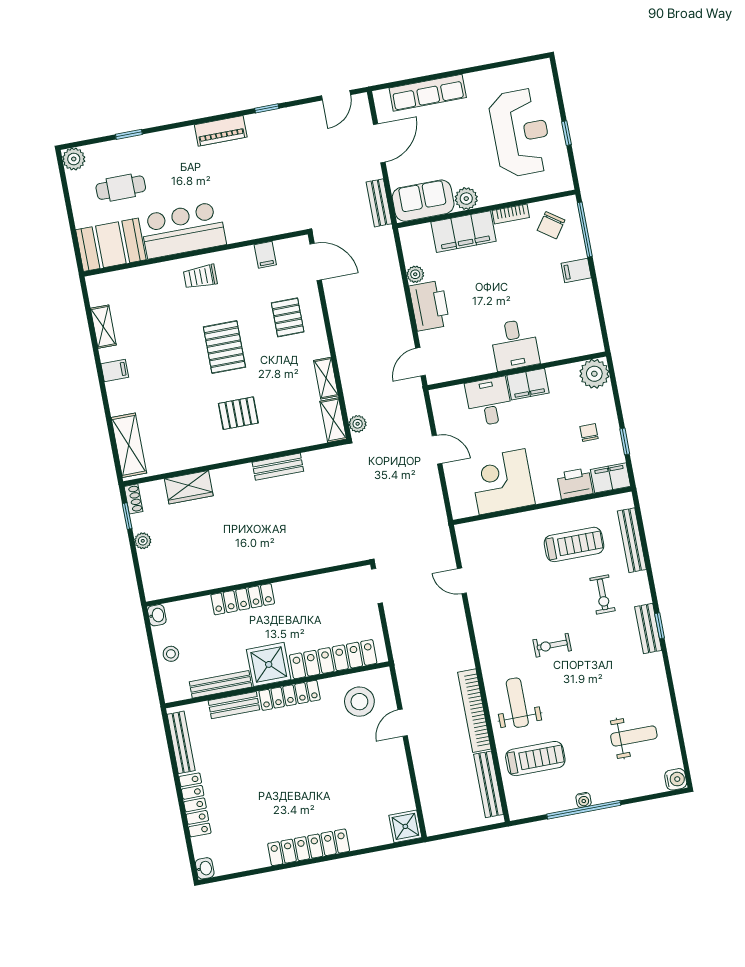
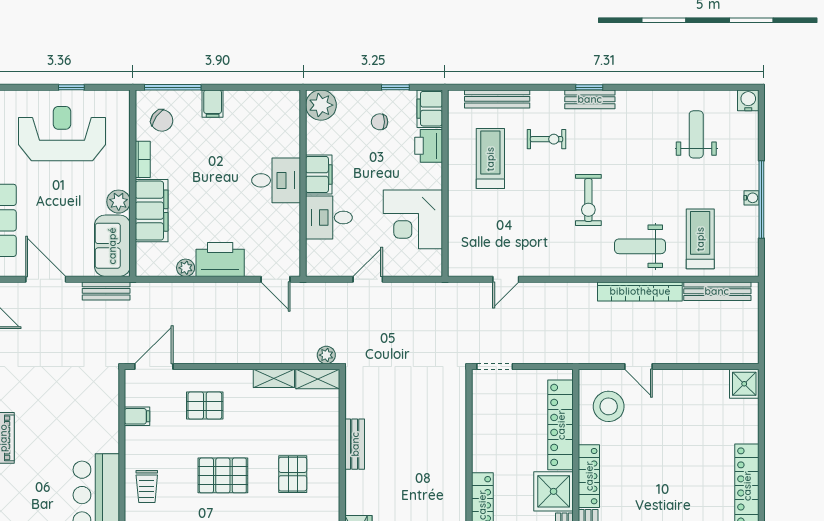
exercise bike: (552, 645) -> (588, 200), width x1.38, depth x1.39

